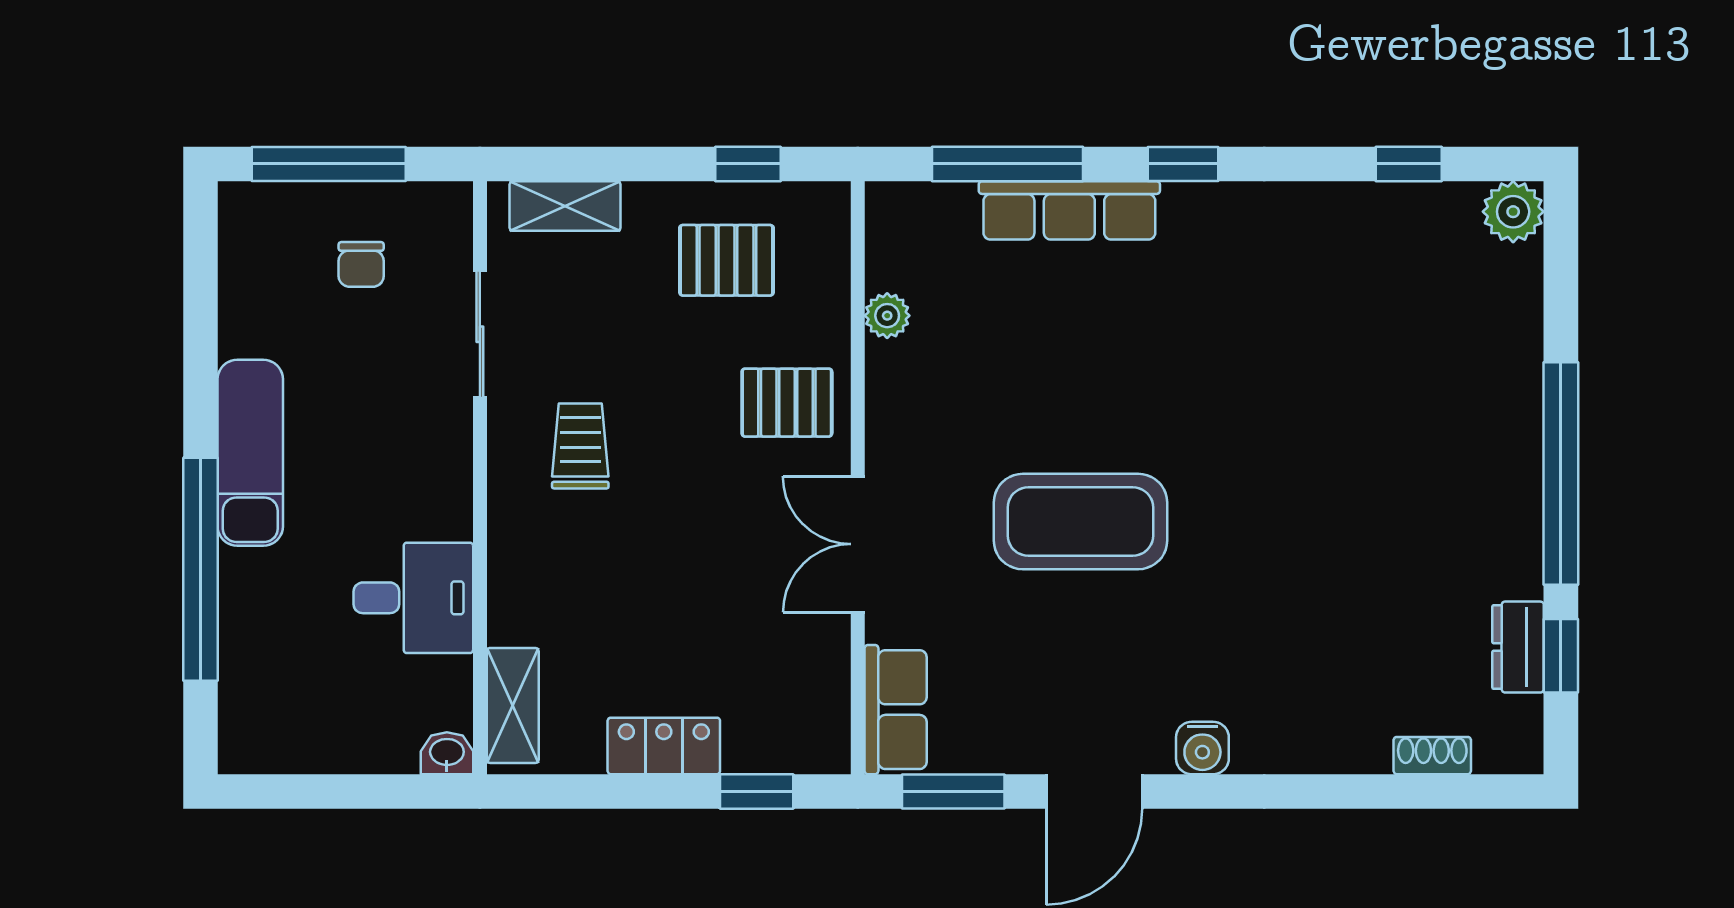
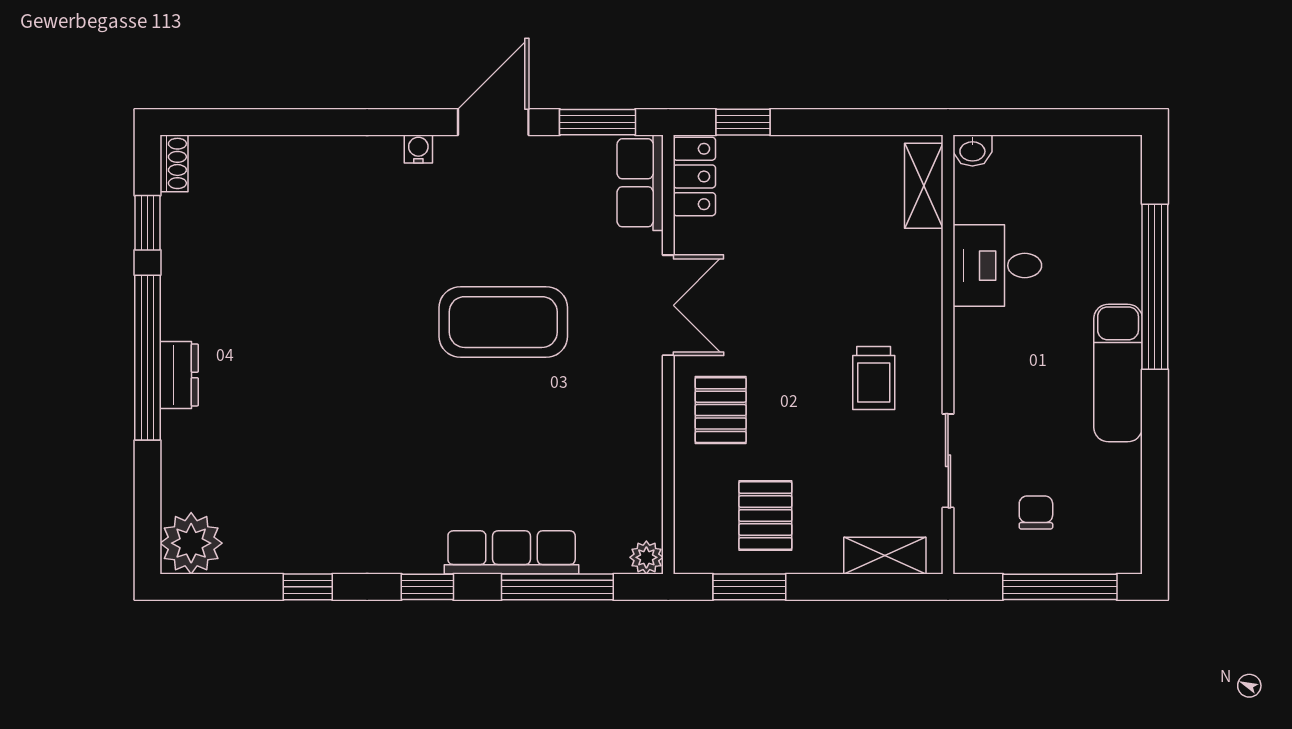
window: (748, 164) -> (749, 587), width x1.50
window: (1409, 164) -> (308, 587), moved
plant: (1513, 212) -> (191, 543), width x1.36, depth x1.36
pallet: (726, 260) -> (765, 516), turned 90
plant: (887, 316) -> (646, 557), moved
pallet: (787, 403) -> (721, 410), turned 90
dresser: (1518, 647) -> (179, 375), moved
locker: (664, 746) -> (694, 176), moved, turned -90
water cooler: (1202, 748) -> (418, 149), width x0.72, depth x0.72
shoe rack: (1432, 756) -> (174, 163), moved, turned -90

